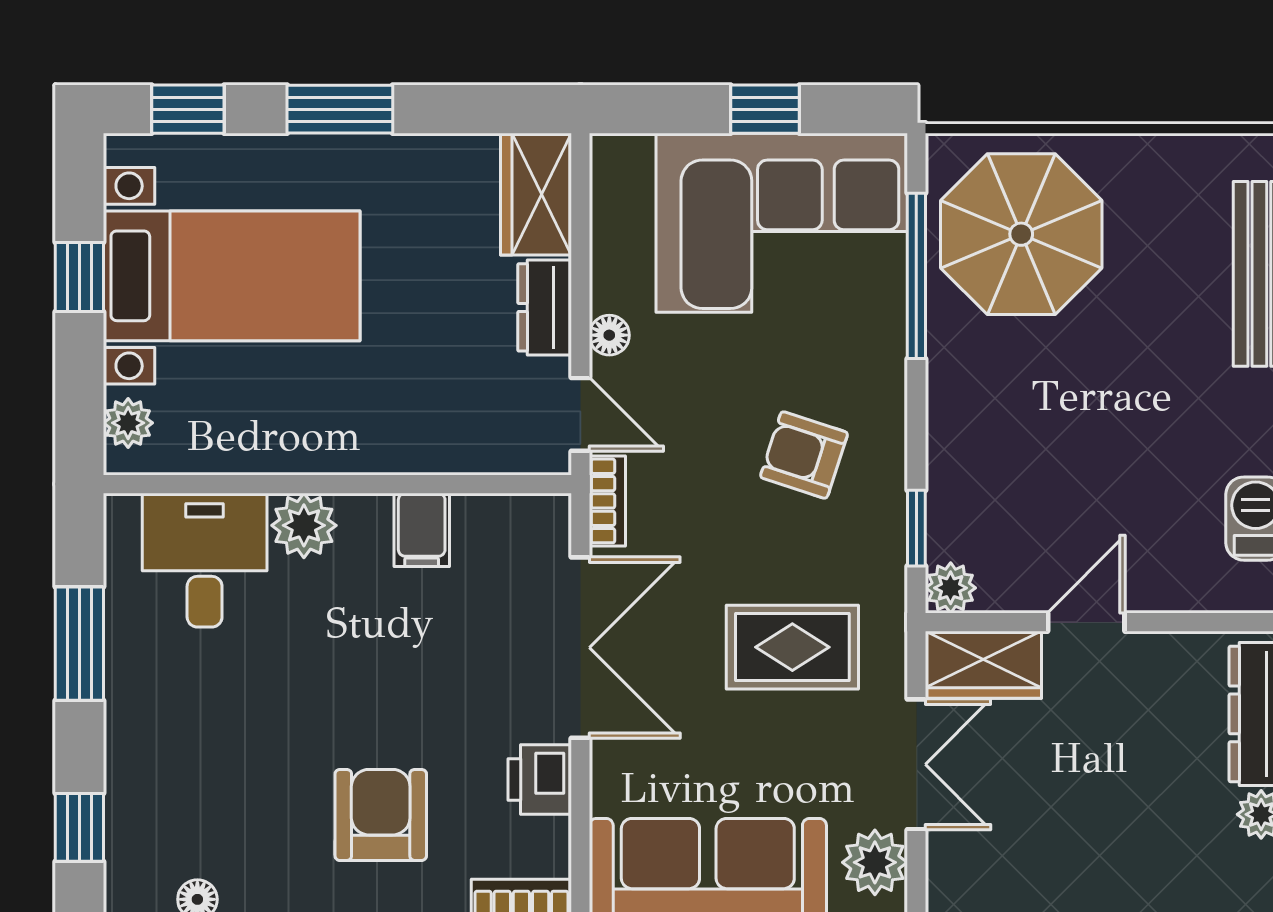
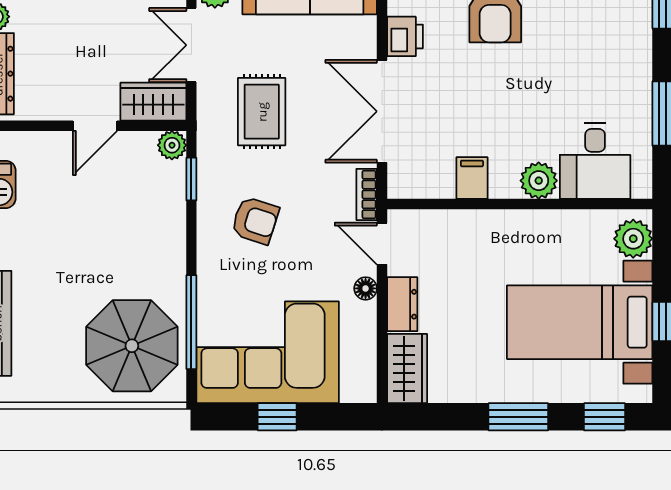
plant: (128, 423) -> (633, 239), width x1.38, depth x1.38
rug: (792, 647) -> (262, 112), turned 90

